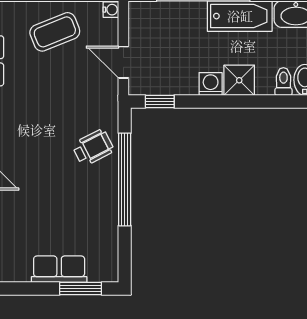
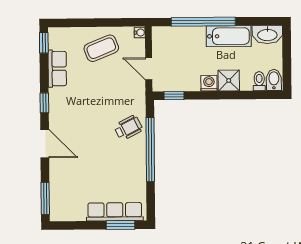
row of seats: (59, 269) -> (115, 212), width x1.48

